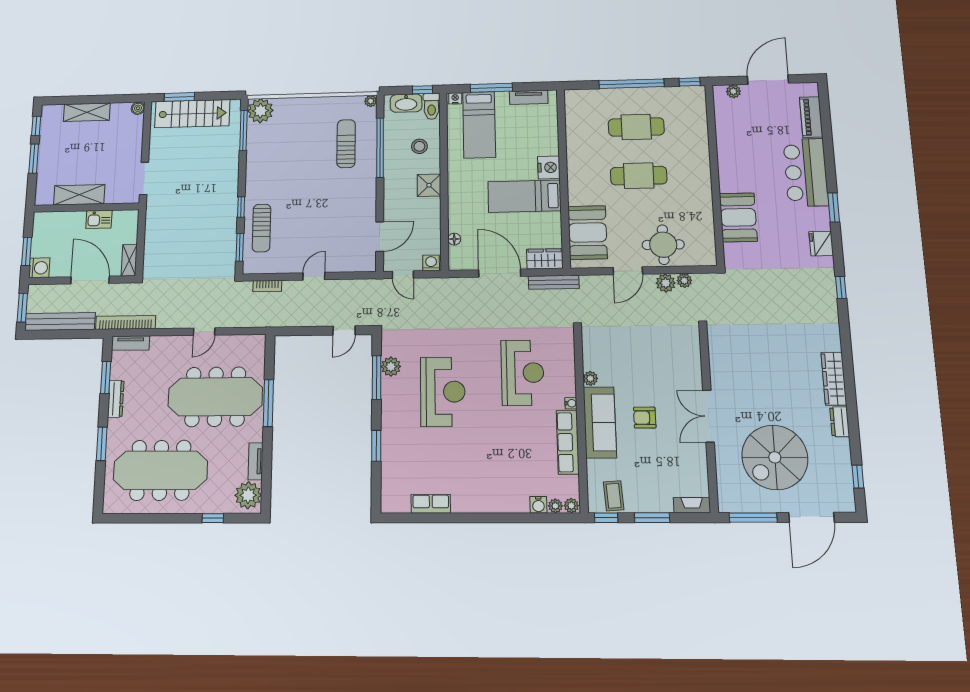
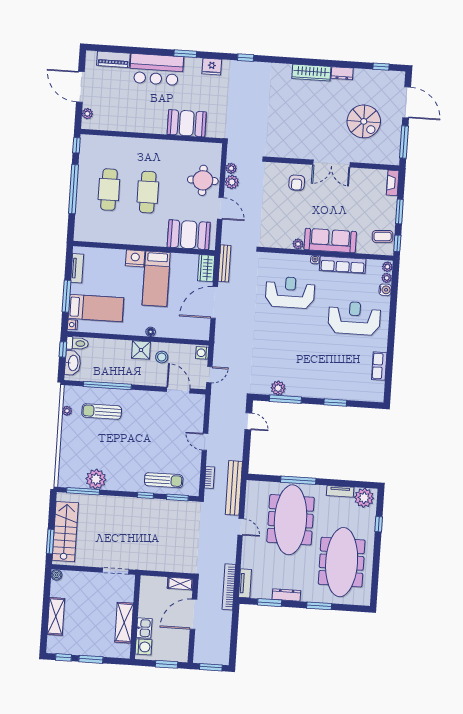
plant: (371, 101) -> (67, 411), moved
plant: (260, 111) -> (96, 479), moved
stool: (419, 146) -> (162, 357), moved
kitchen sink: (99, 219) -> (144, 628), moved
floor lamp: (454, 239) -> (151, 332), moved
washing machine: (39, 268) -> (144, 647), moved, turned 90
bench: (60, 321) -> (234, 488), moved
reception desk: (443, 392) -> (354, 318), moved
armchair: (645, 418) -> (297, 183), moved
spiral stairs: (775, 457) -> (364, 121), width x0.73, depth x0.73

